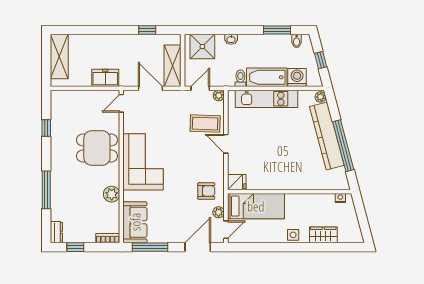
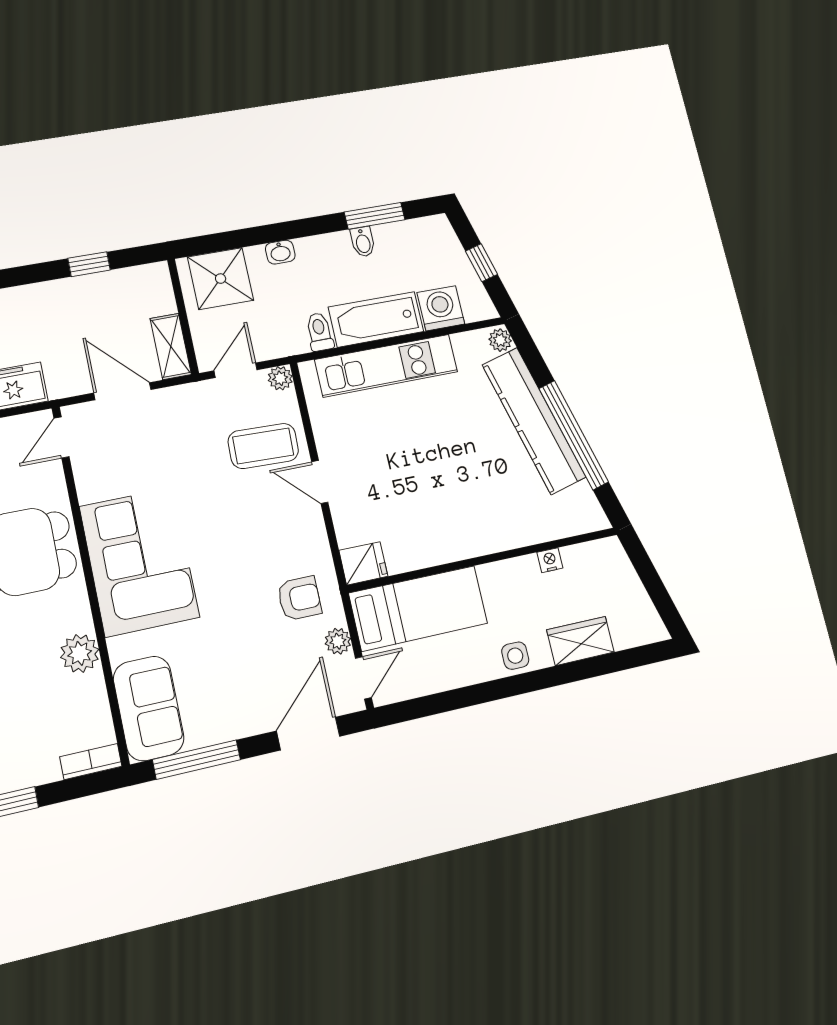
bidet: (297, 41) -> (363, 242), moved
shelving: (173, 66) -> (171, 346), width x0.67, depth x0.75
nightstand: (340, 198) -> (550, 560), moved

